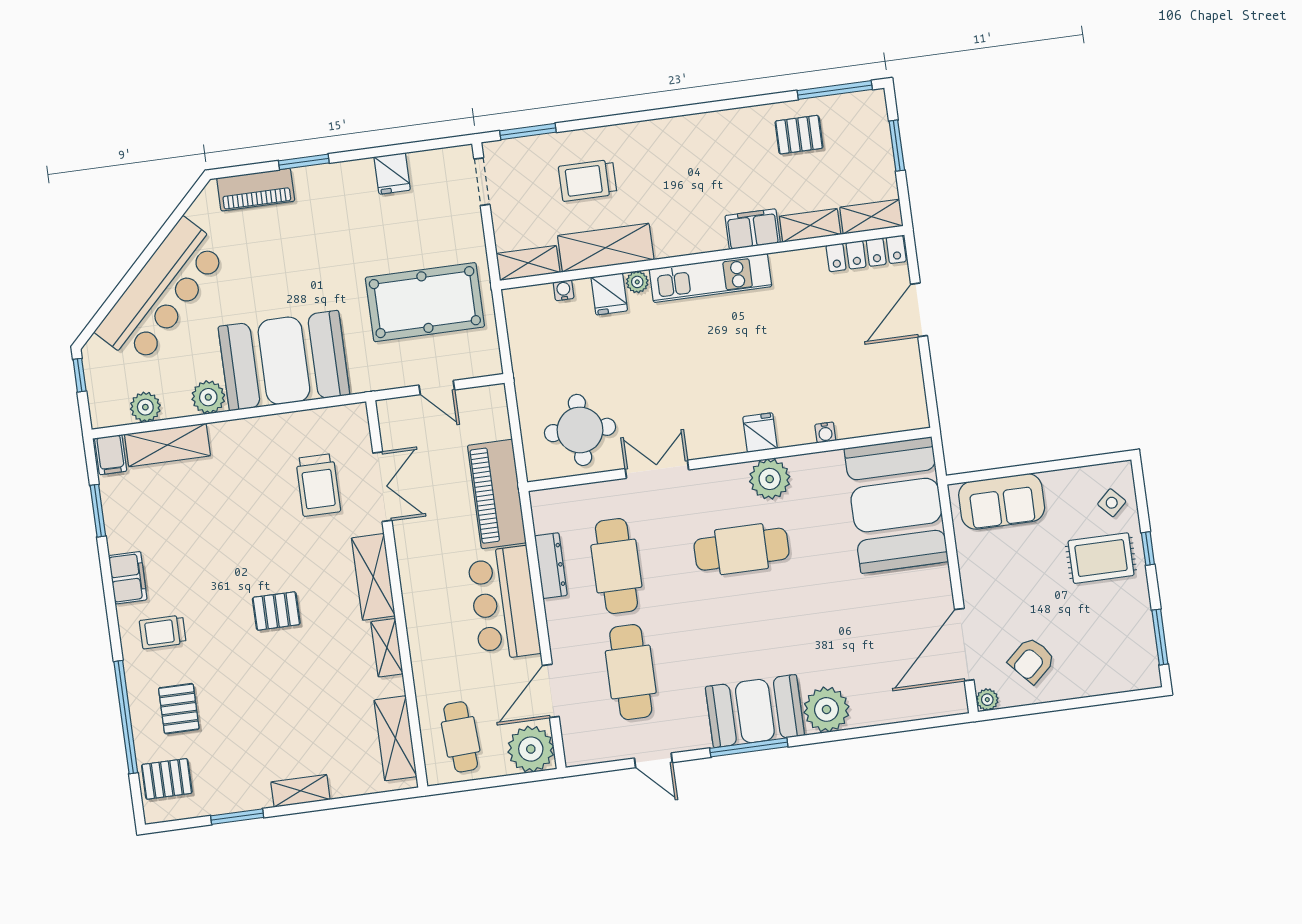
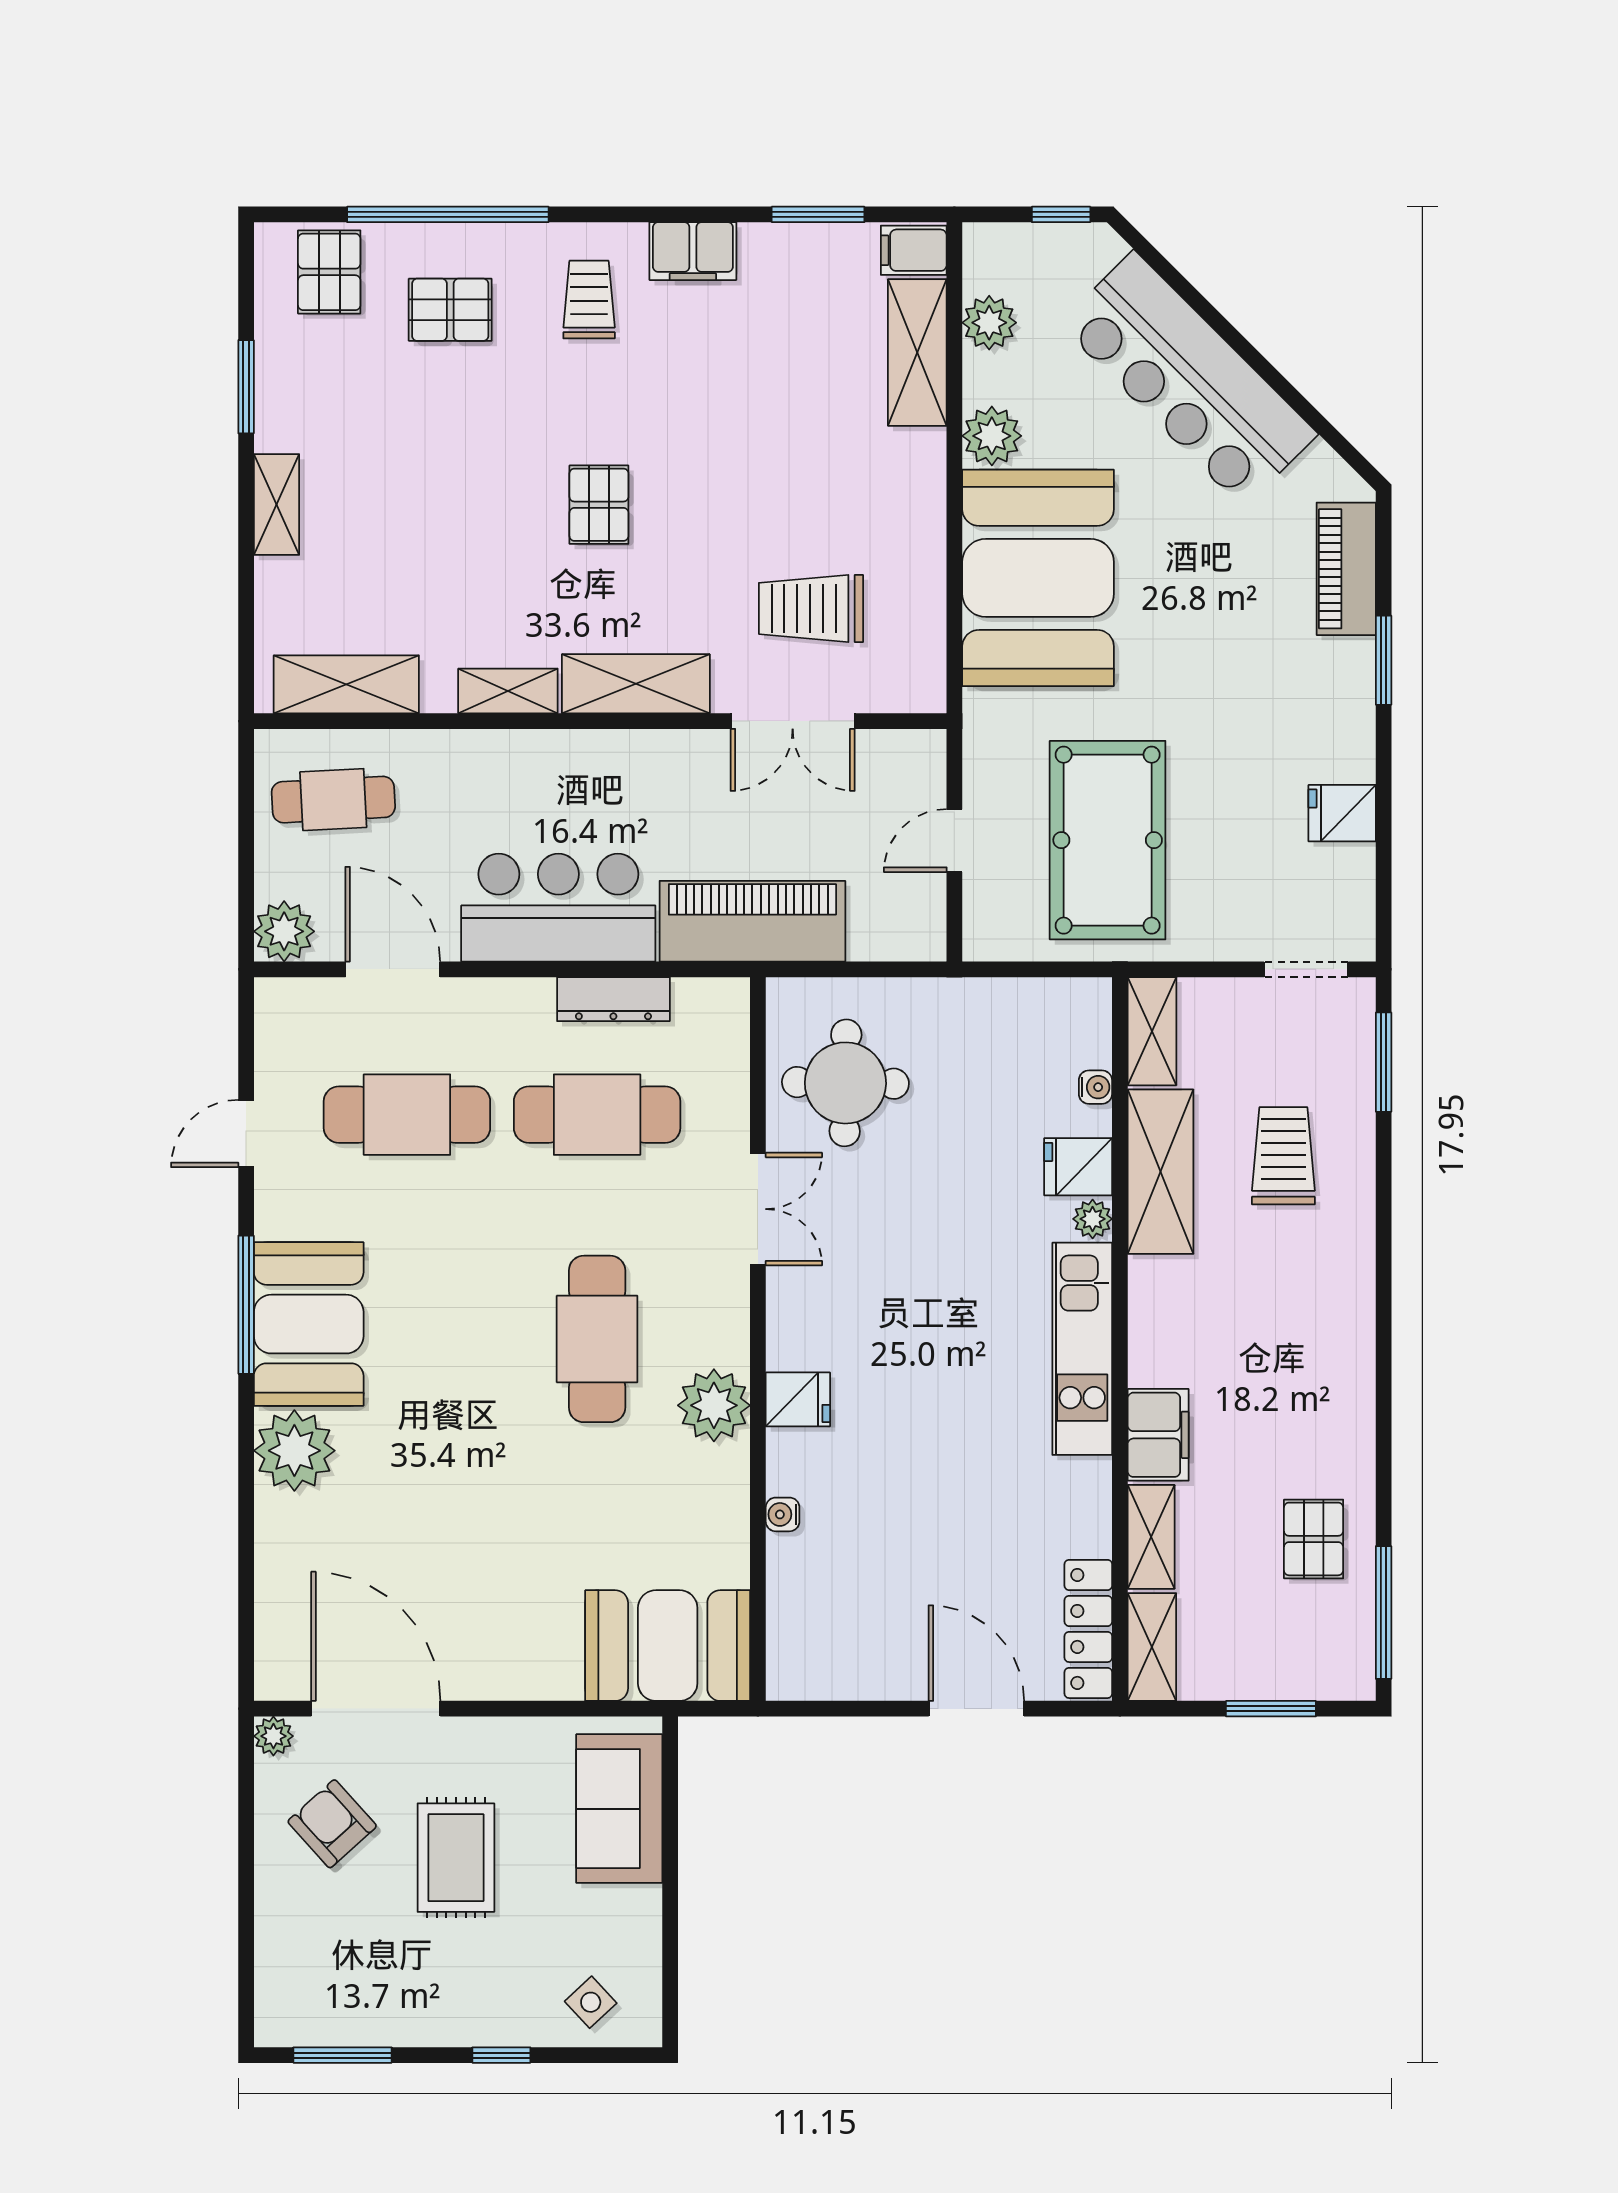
booth: (896, 505) -> (668, 1646), width x0.73, depth x0.70
rug: (1101, 558) -> (456, 1858), moved
plant: (531, 749) -> (284, 931), width x0.73, depth x0.73

